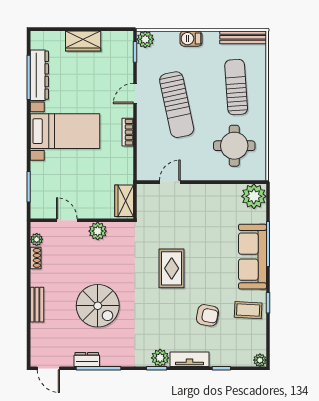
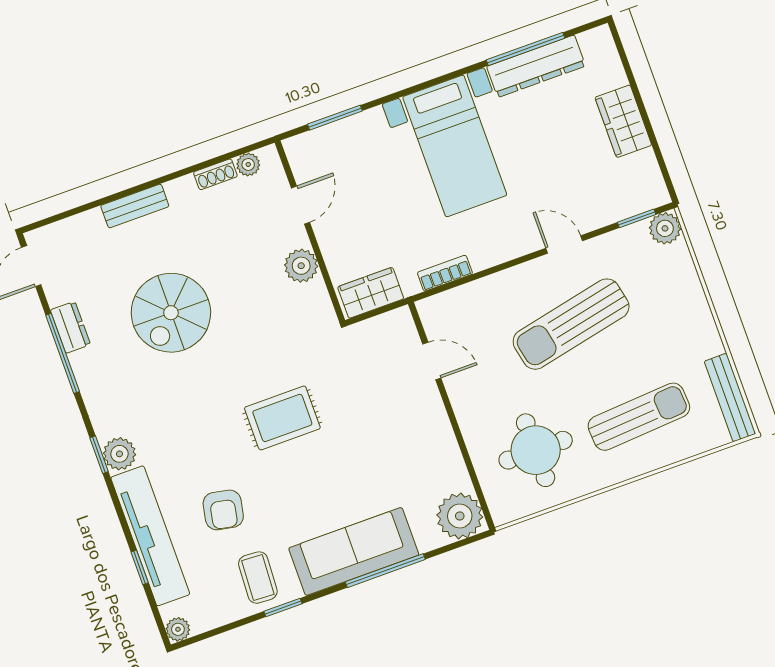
barbecue: (191, 39) -> (695, 308), removed
bookcase: (128, 132) -> (445, 273), moved
tv unit: (190, 359) -> (150, 536), width x1.92, depth x1.29

